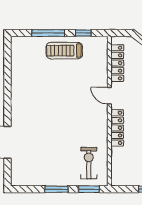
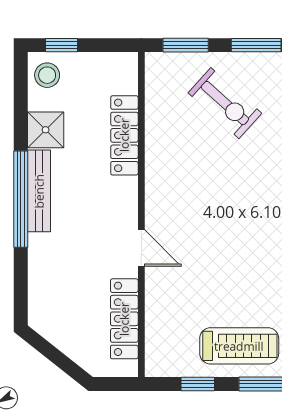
locker: (117, 128) -> (124, 135), moved
exercise bike: (89, 163) -> (225, 103), moved, turned -48

